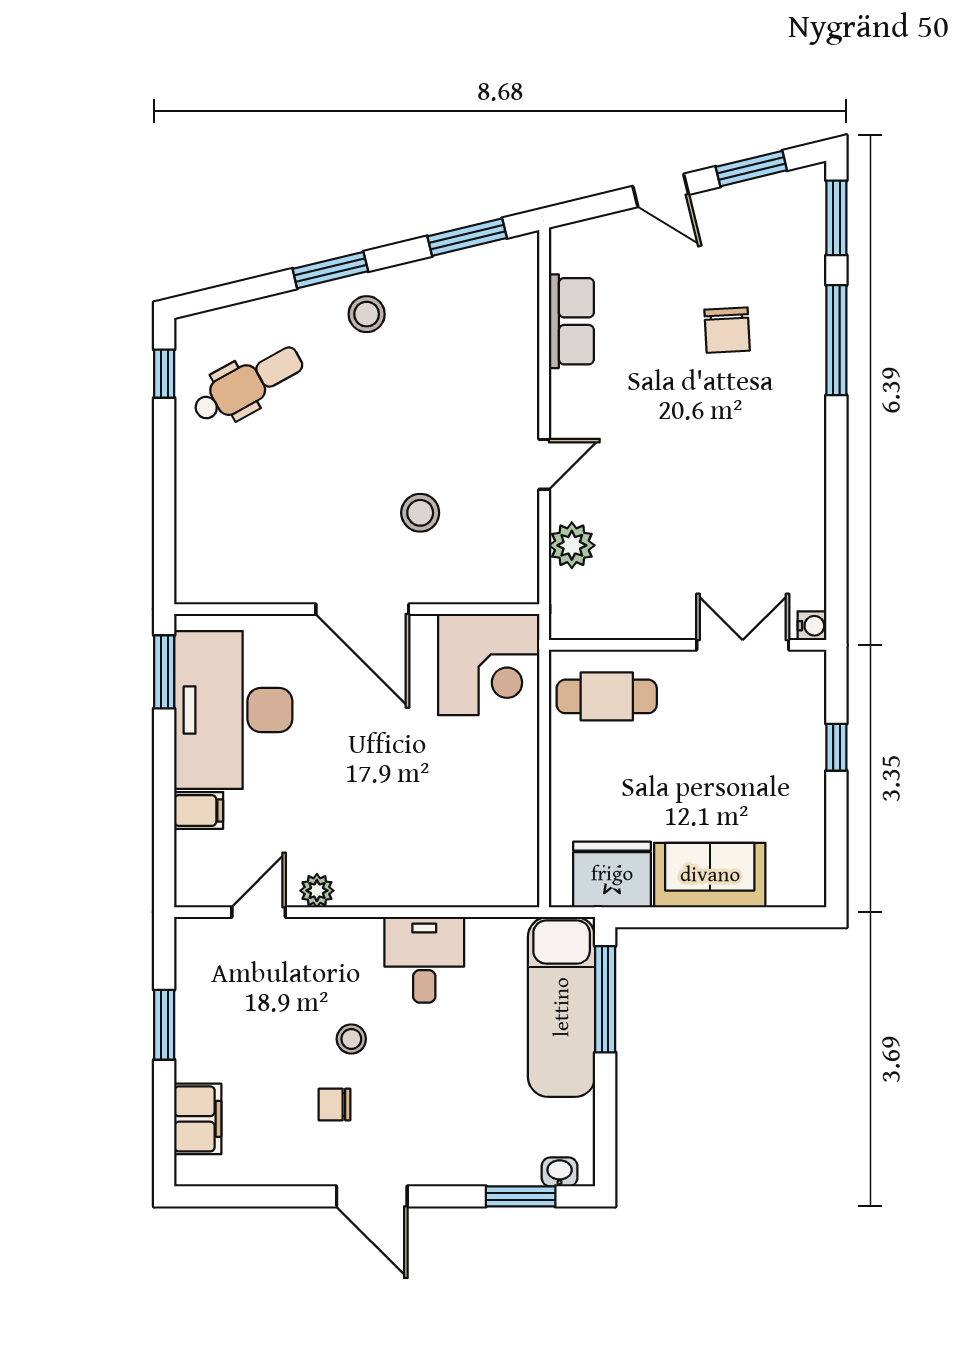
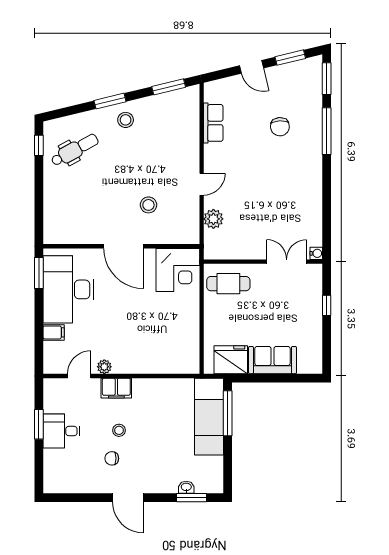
desk: (424, 960) -> (62, 431), moved, turned -90
filing cabinet: (198, 1119) -> (116, 388), moved, turned 90
washbasin: (560, 1172) -> (186, 487), moved

